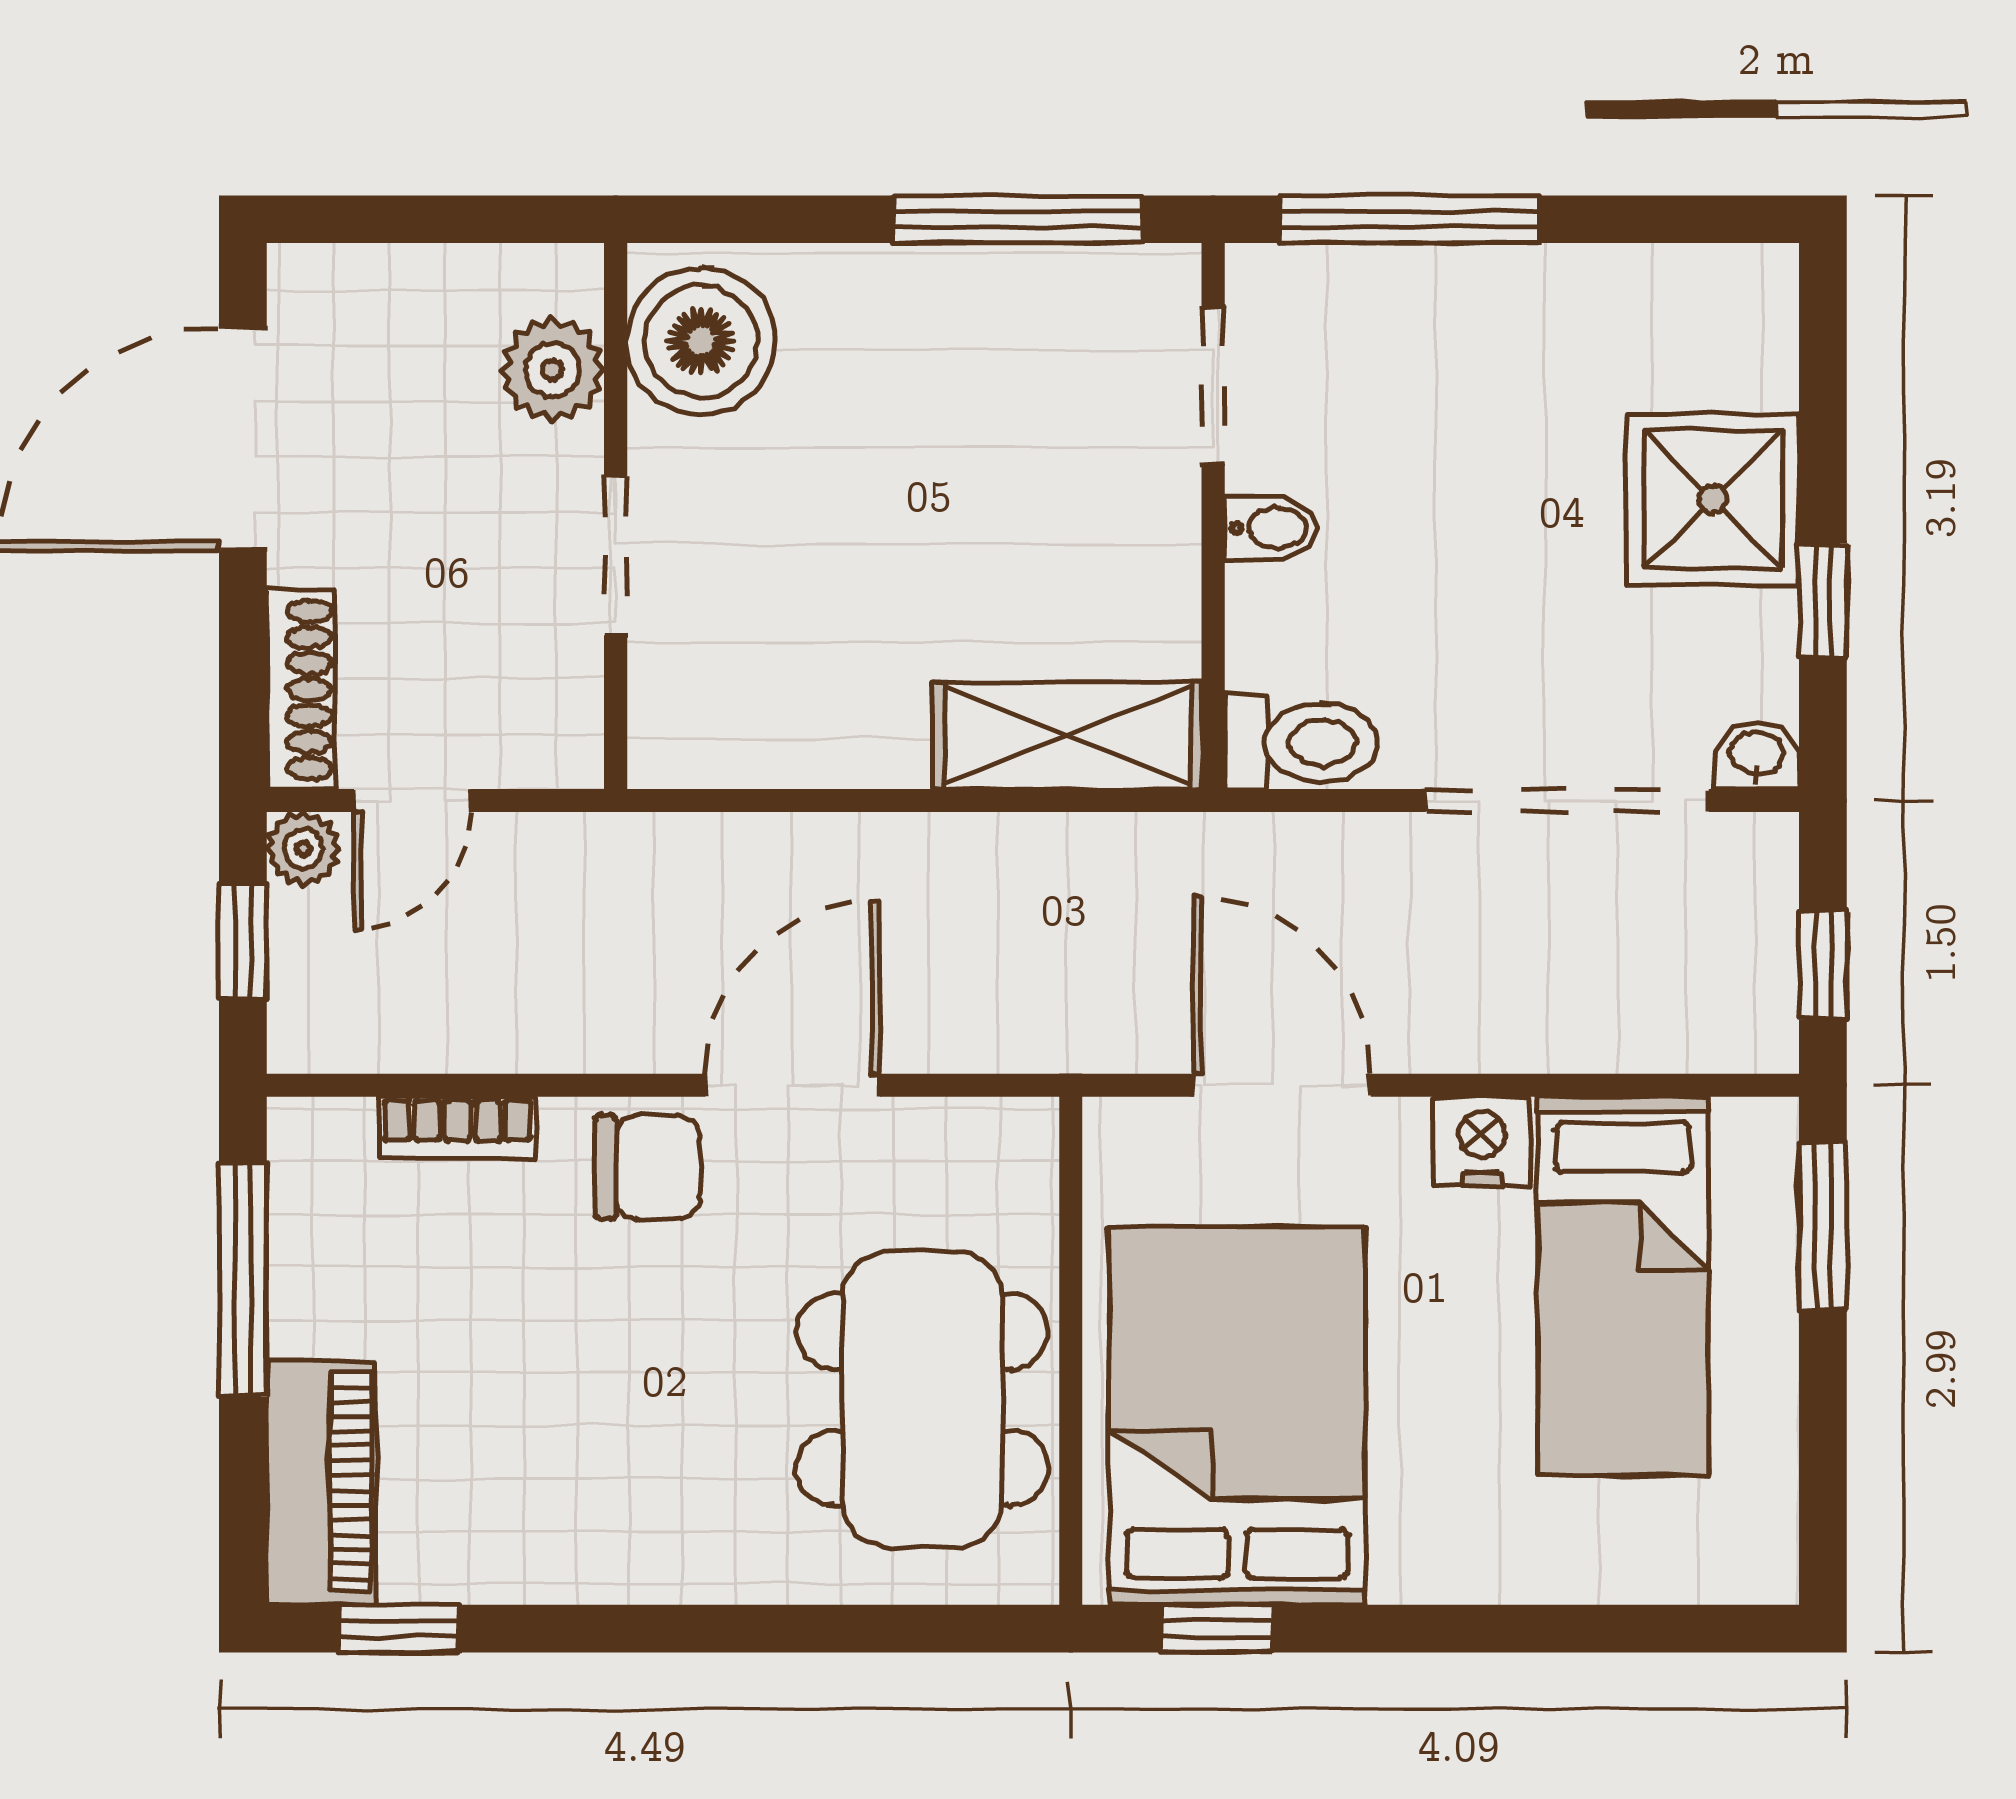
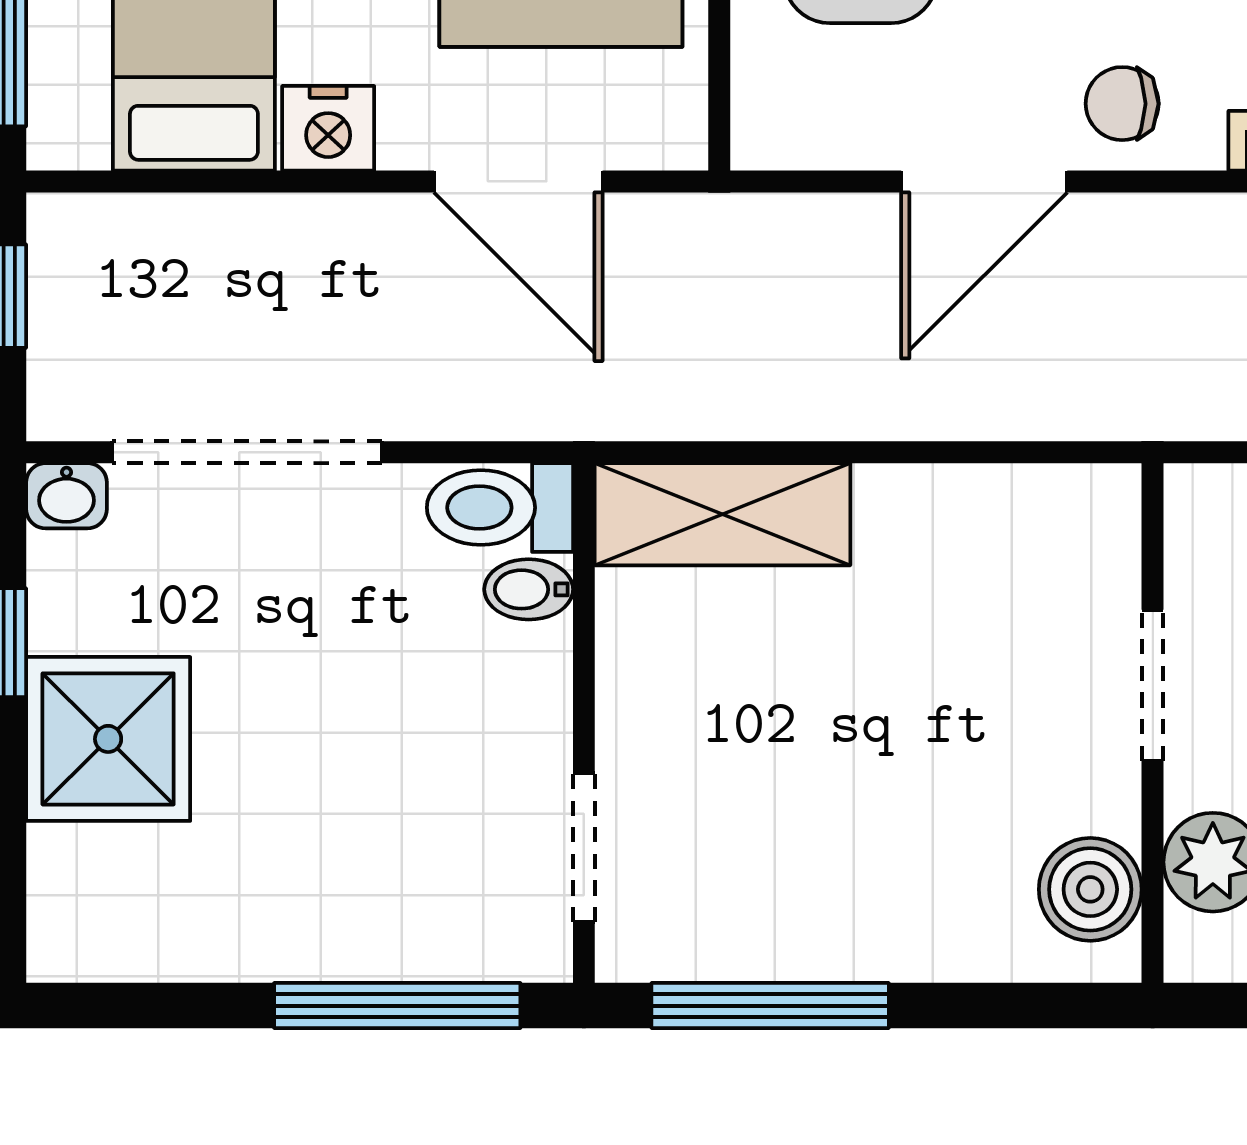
boiler: (701, 341) -> (1090, 889), width x0.73, depth x0.73
bidet: (1271, 528) -> (529, 589), moved
chair: (648, 1167) -> (1122, 104), width x0.73, depth x0.73

